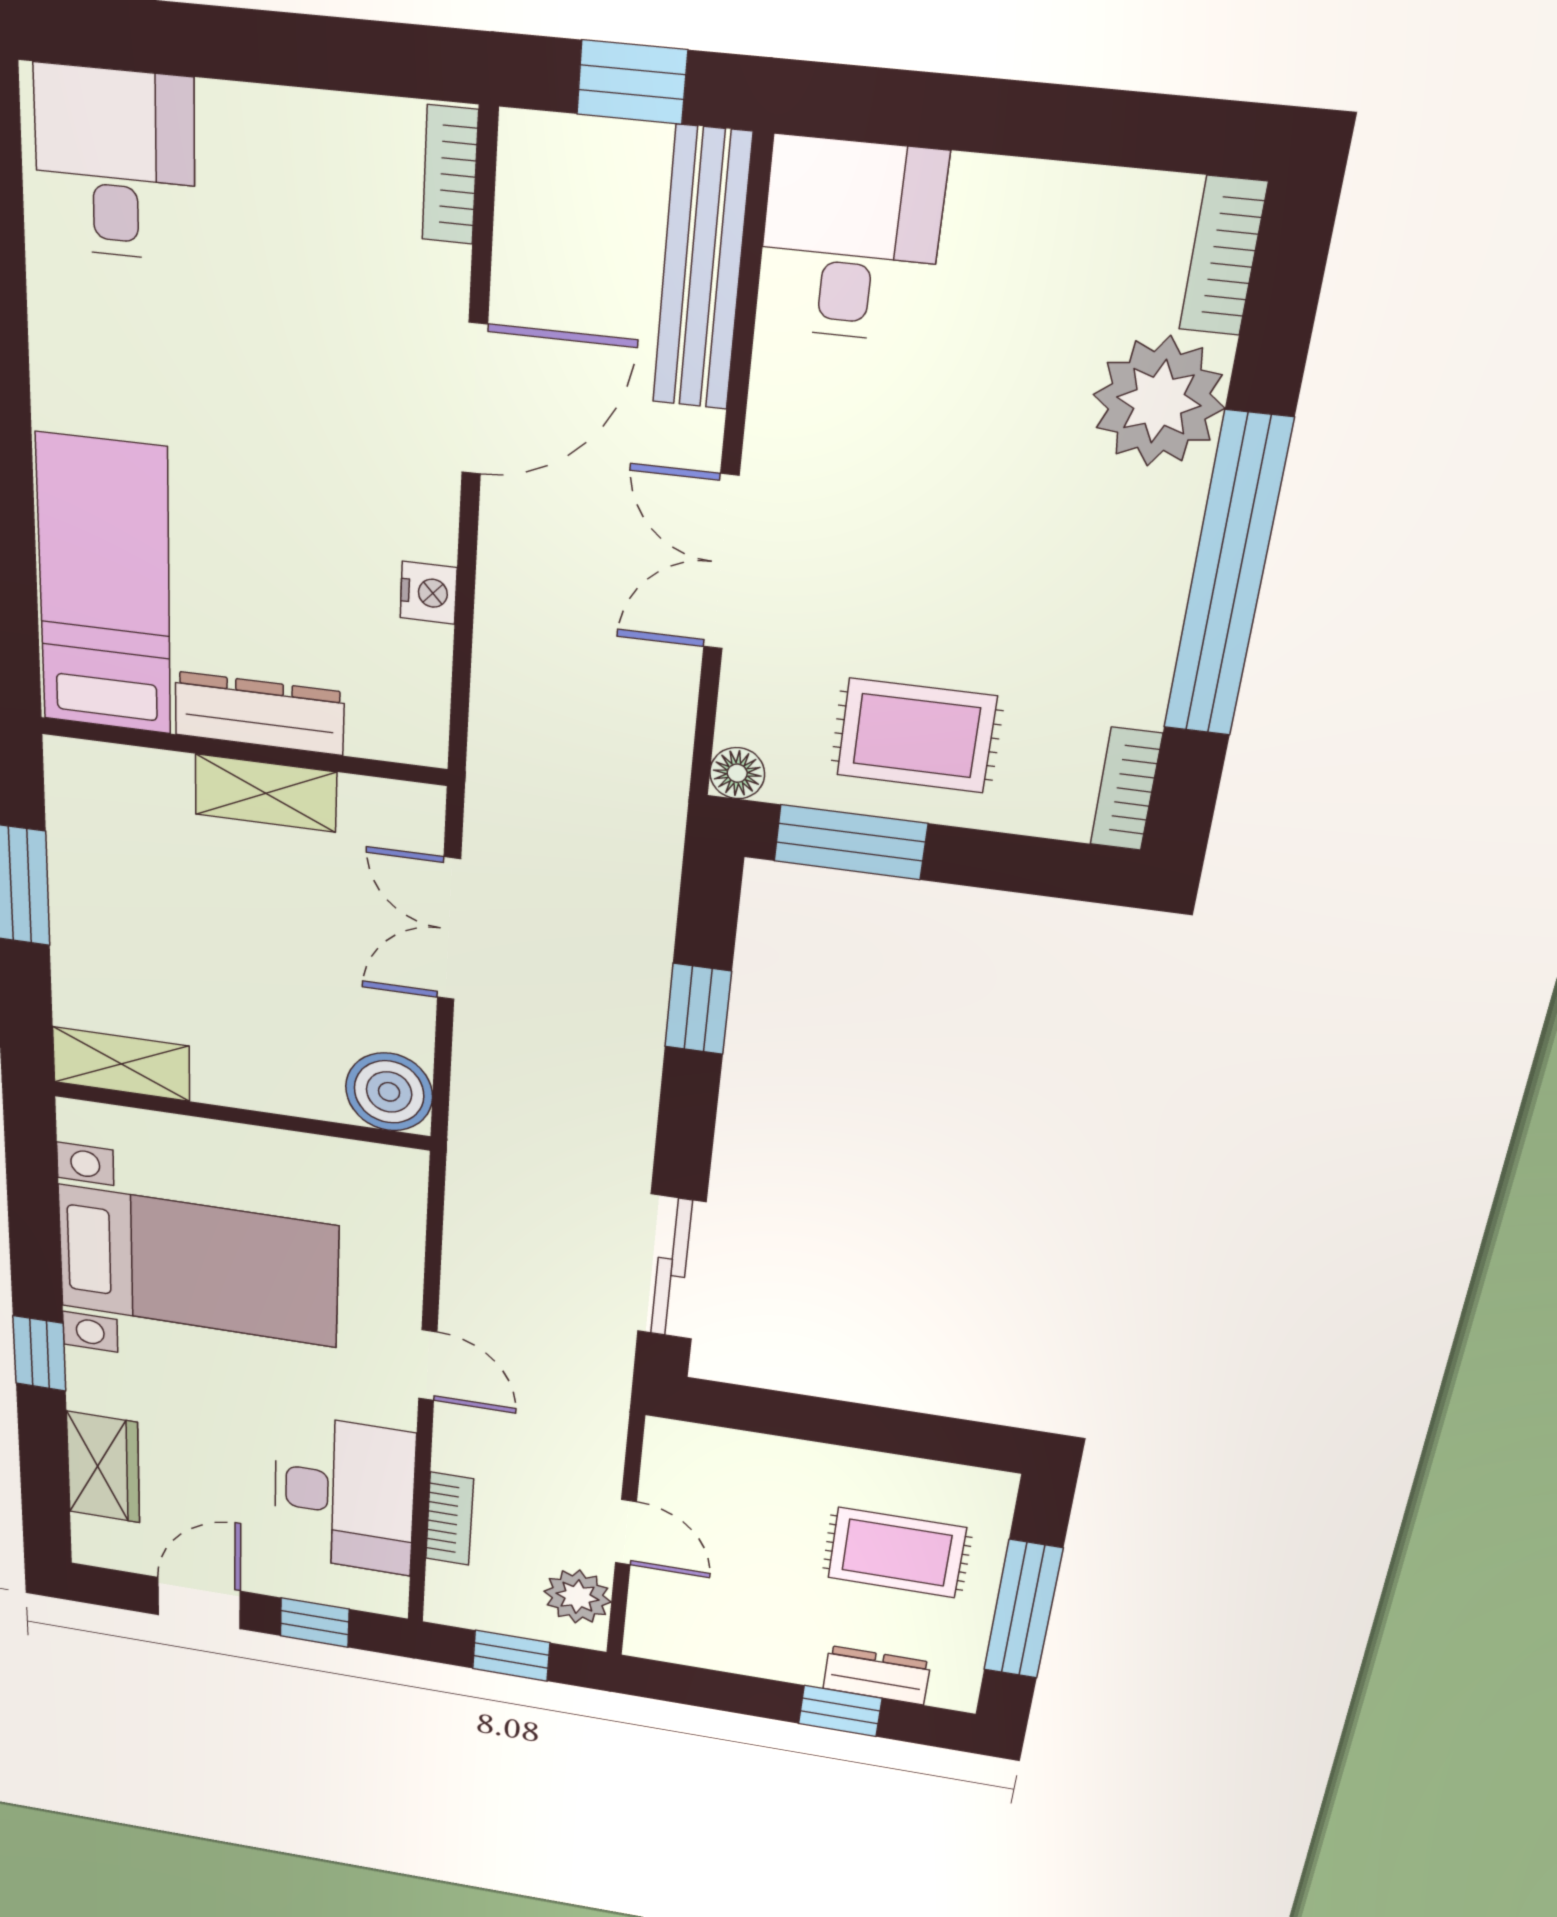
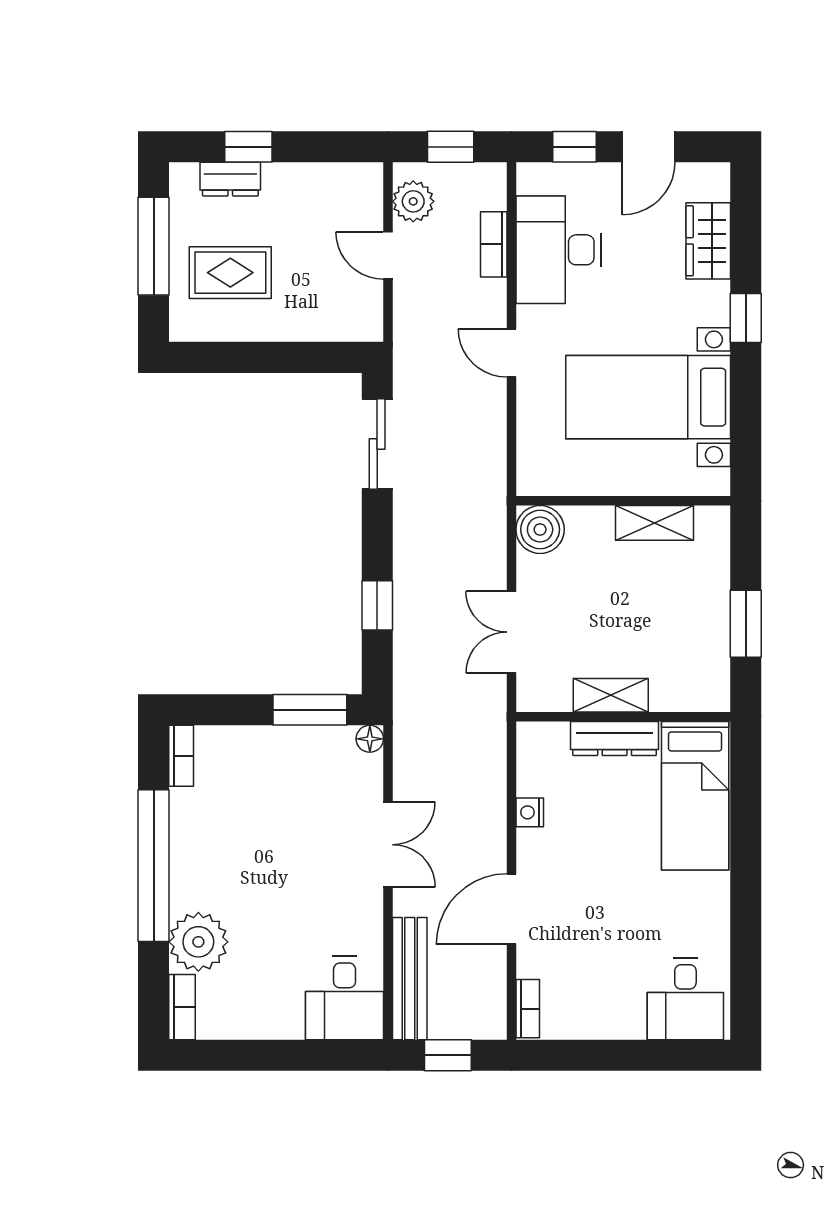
rug: (916, 736) -> (285, 770), removed
double door: (449, 929) -> (511, 632), swing flipped
shelving: (121, 1064) -> (655, 523), moved

